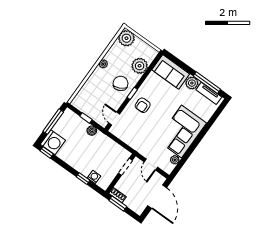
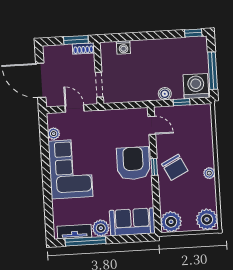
plant: (140, 66) -> (171, 222), moved
armchair: (143, 105) -> (133, 163), width x1.88, depth x1.88
washing machine: (53, 142) -> (196, 86), moved, turned 90
window: (83, 179) -> (133, 37), removed

